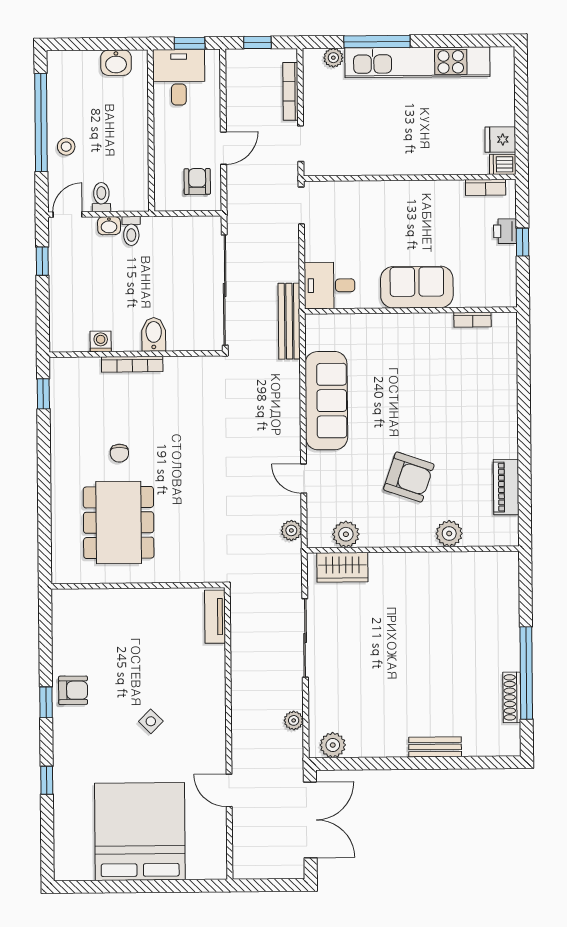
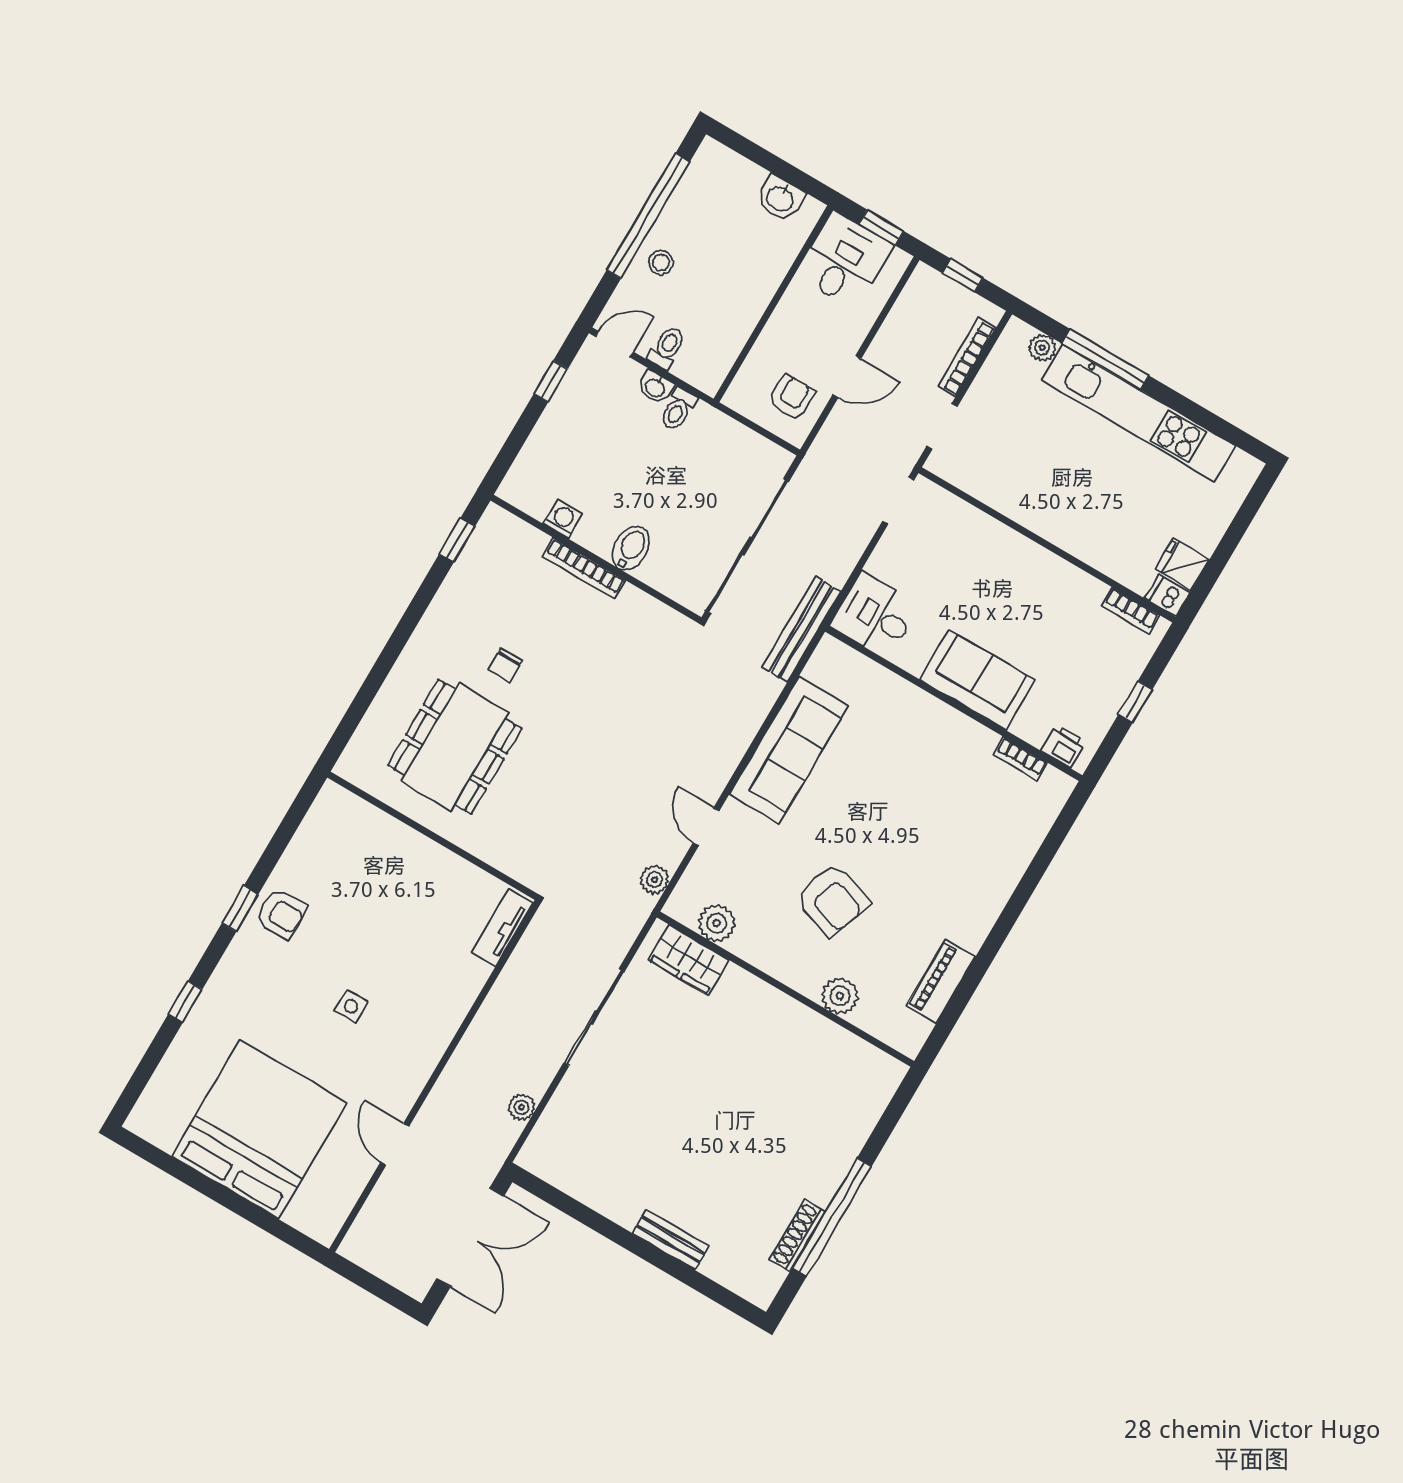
printer: (505, 231) -> (1064, 746), moved, turned 90
side table: (151, 721) -> (351, 1006), turned 45
plant: (333, 745) -> (550, 1164), removed

